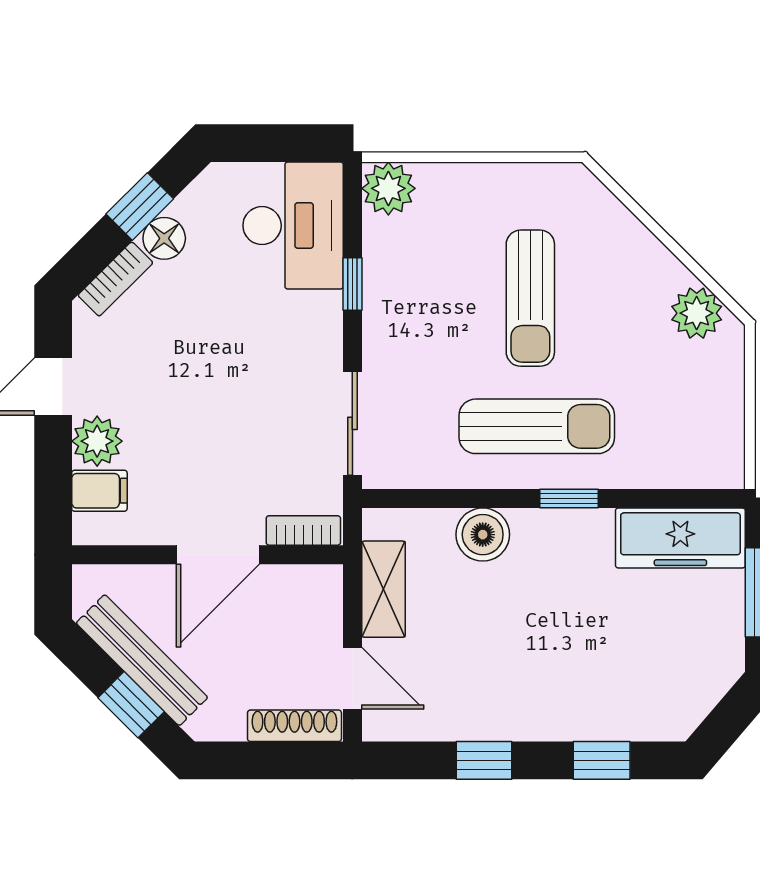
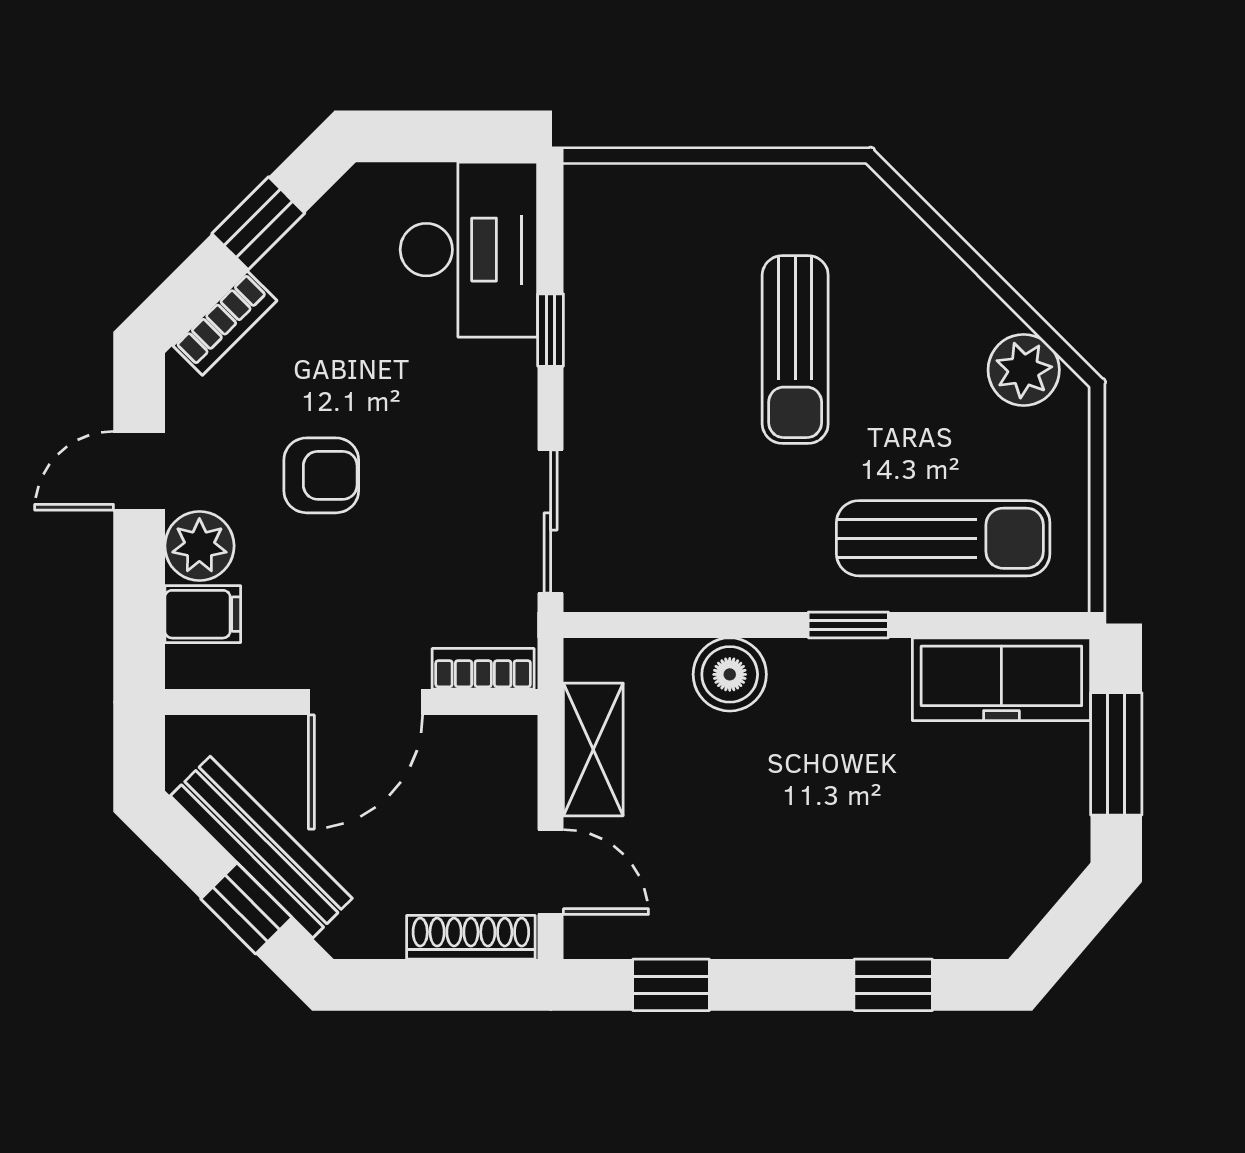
plant: (388, 188) -> (600, 199), removed
floor lamp: (164, 238) -> (292, 267), removed
armchair: (186, 390) -> (321, 475), added
sun lounger: (537, 426) -> (943, 538), moved
window: (484, 760) -> (671, 985), moved

